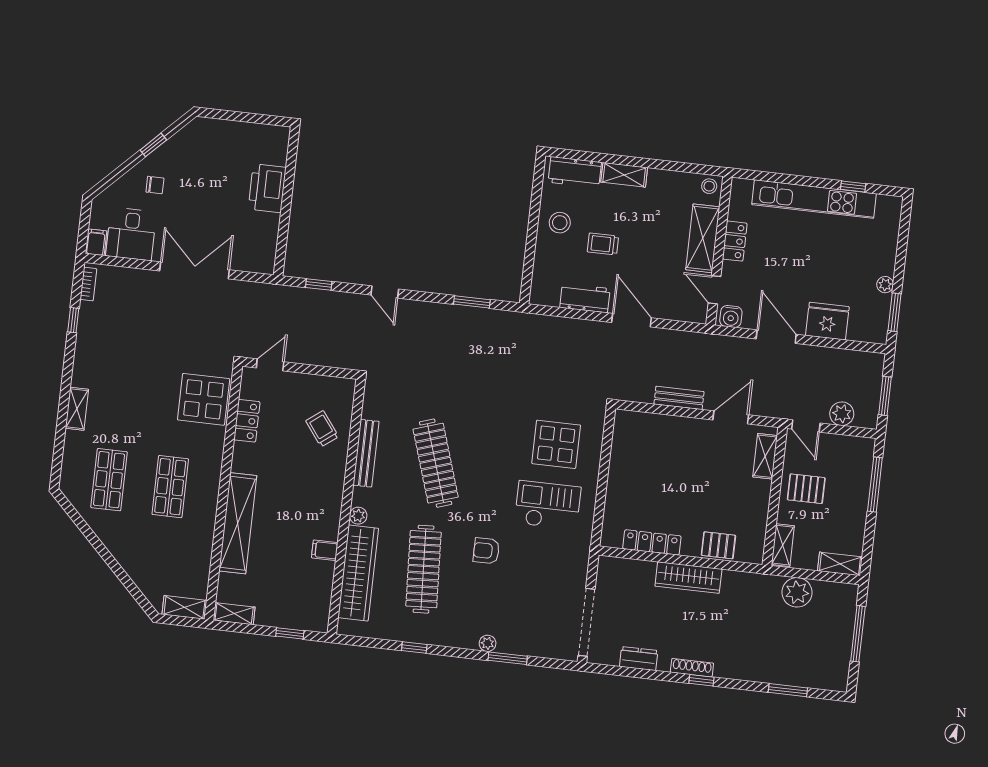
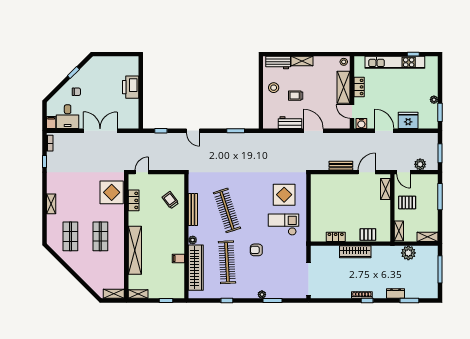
locker: (652, 542) -> (336, 237), width x0.66
dresser: (639, 659) -> (396, 294), moved

